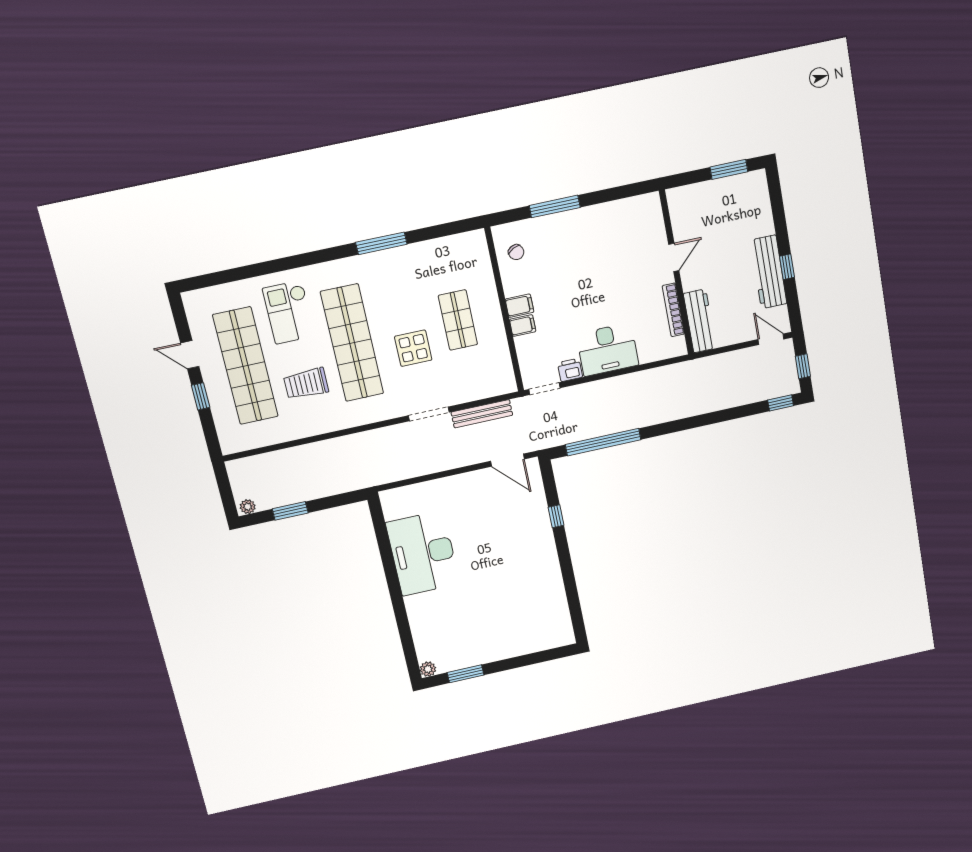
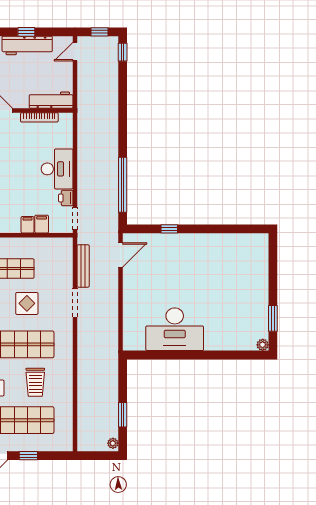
filing cabinet: (519, 306) -> (42, 224), moved

